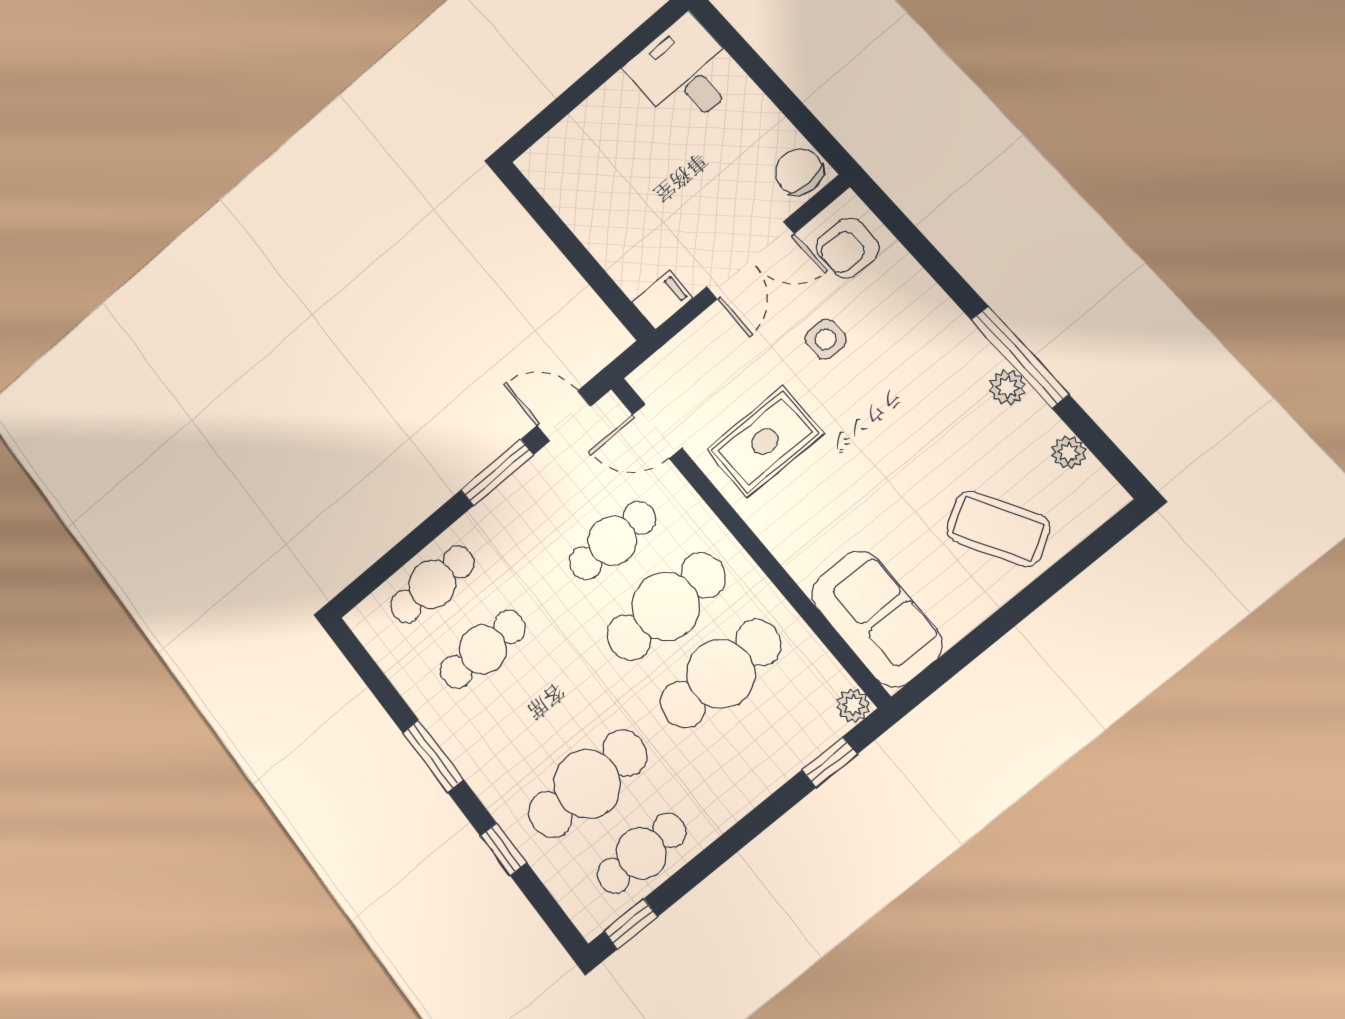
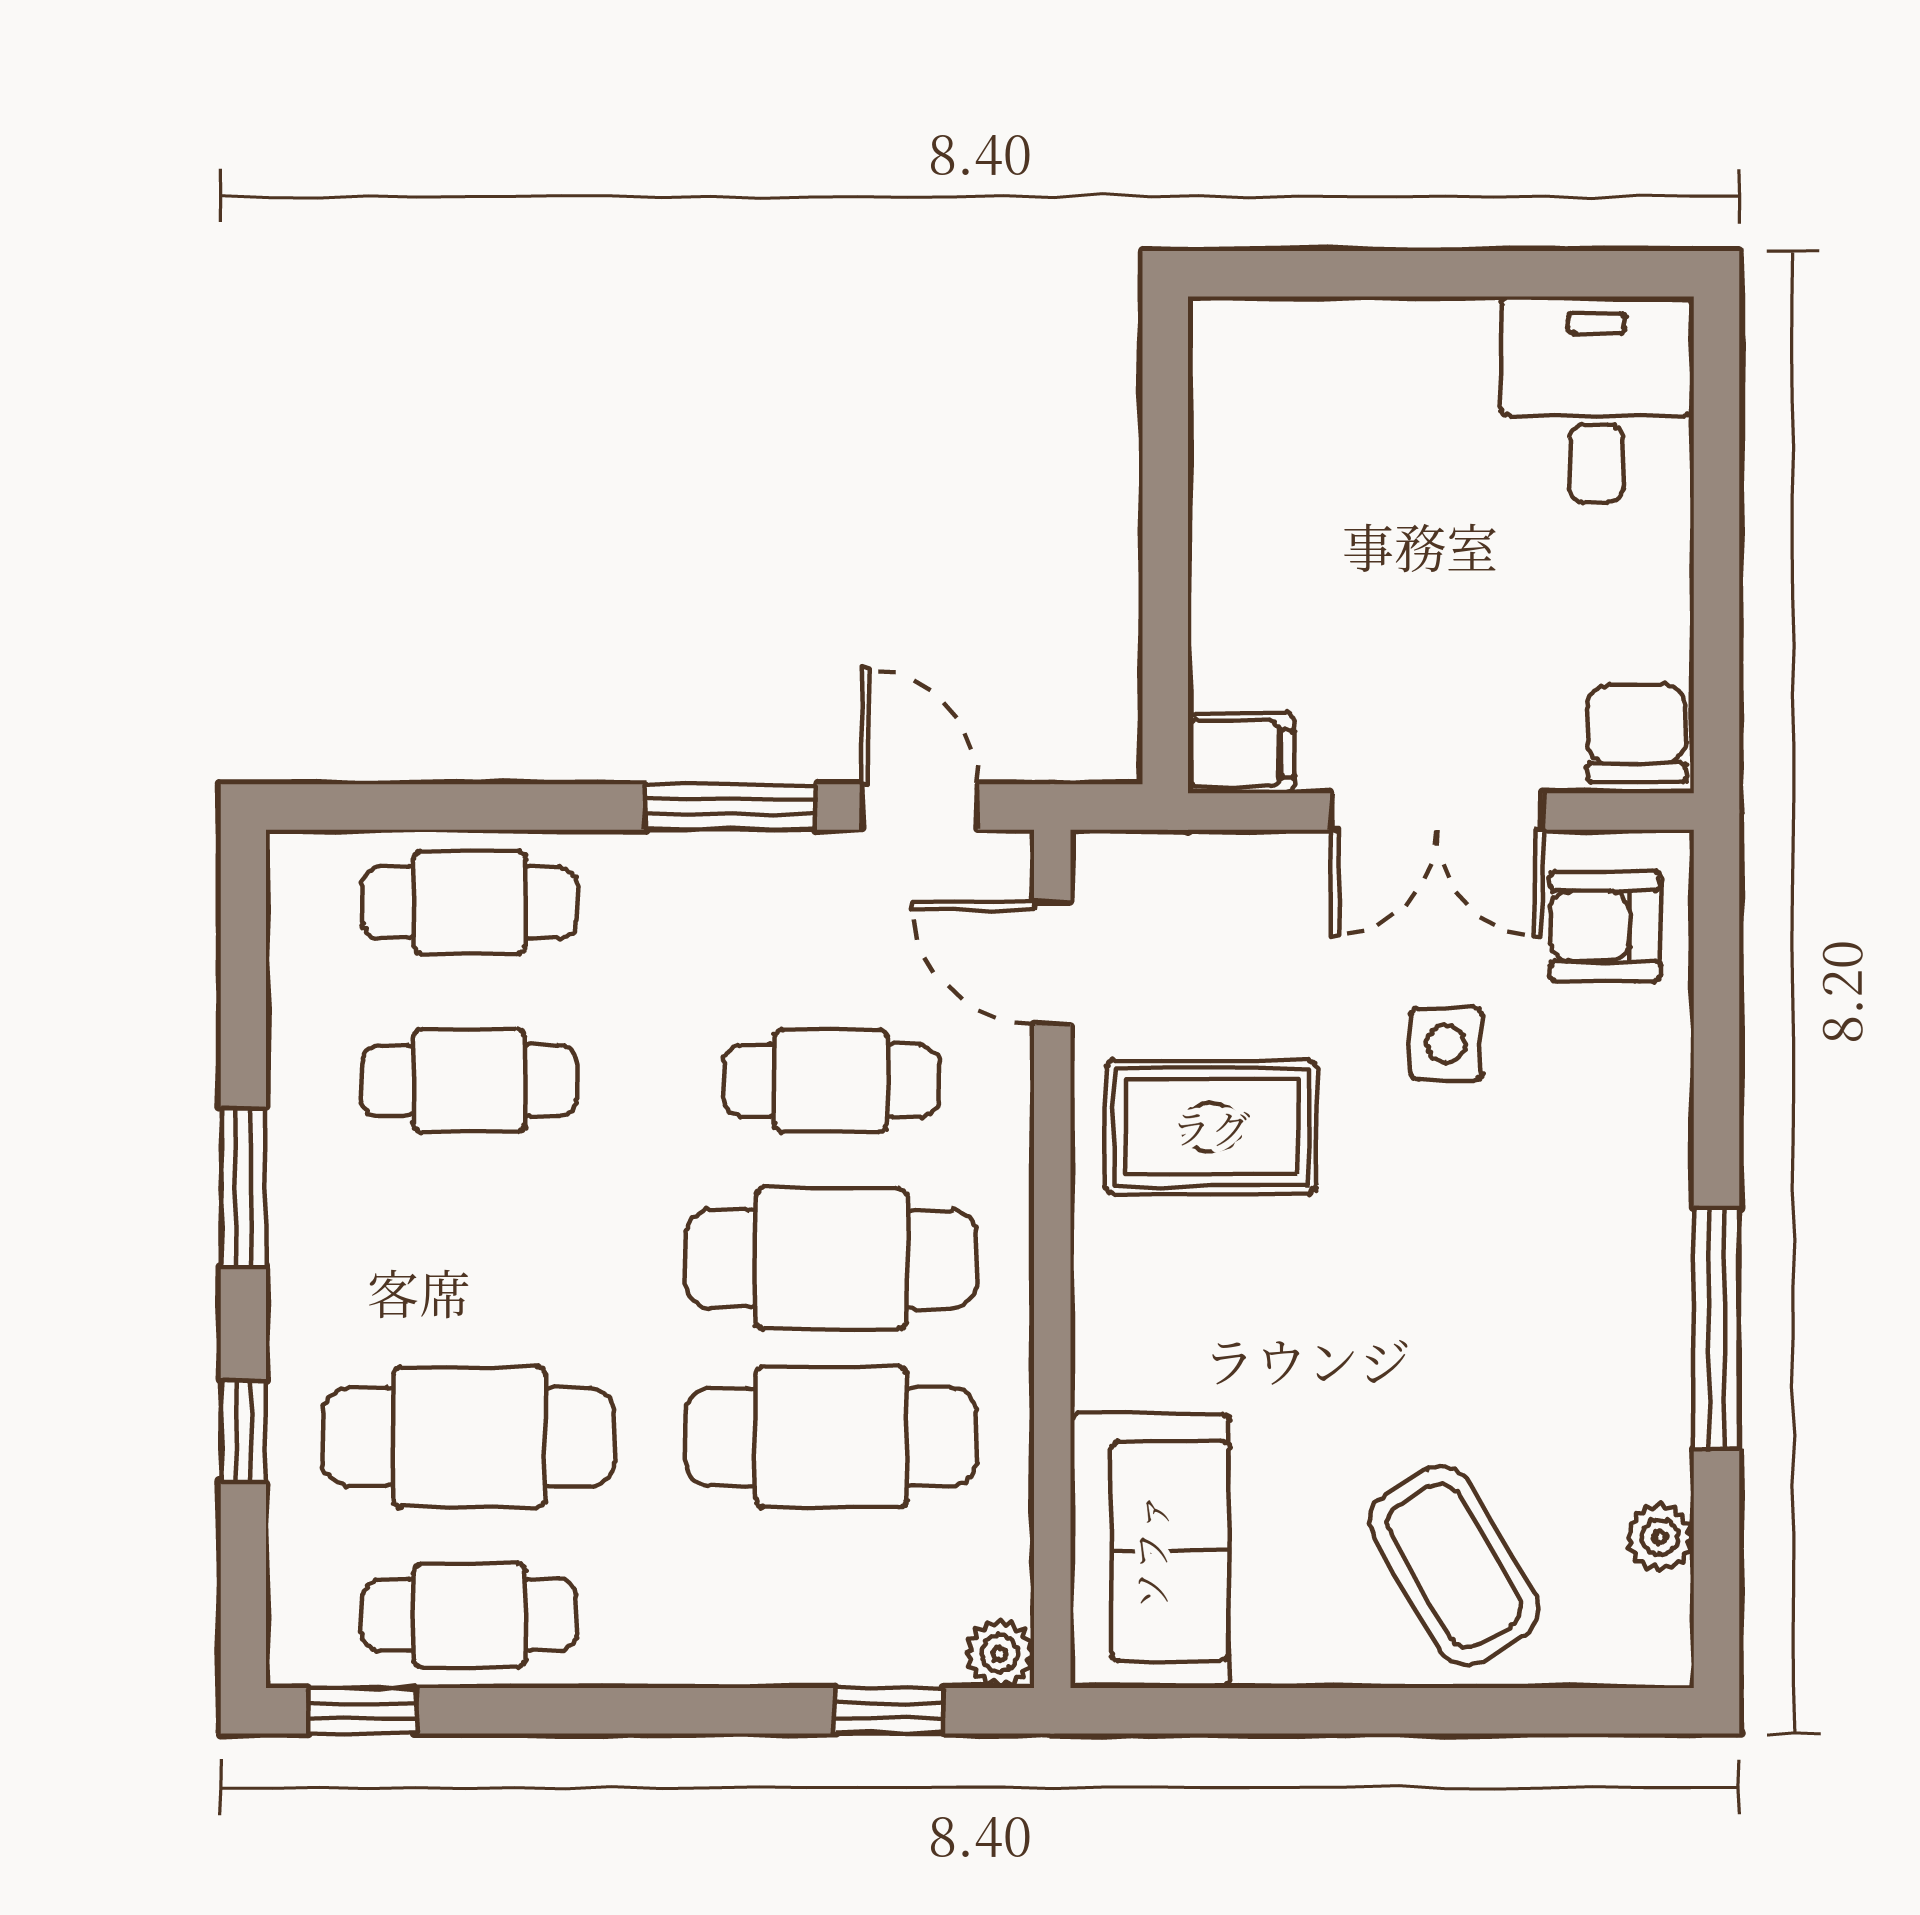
plant: (1008, 387) -> (1657, 1360), removed

